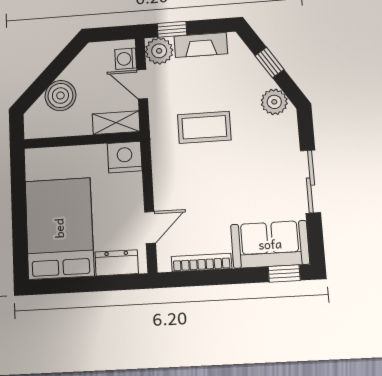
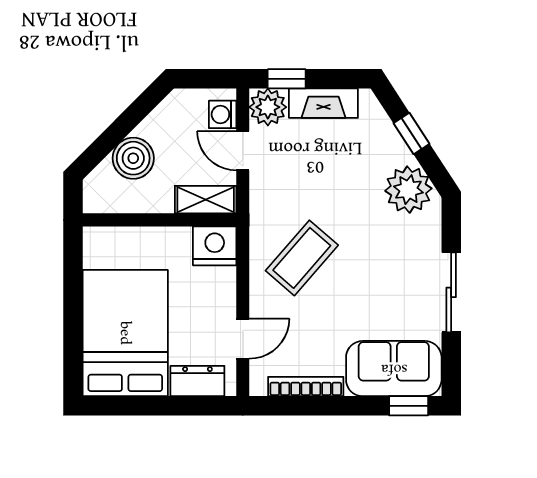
plant: (274, 102) -> (408, 190), width x1.36, depth x1.36
coffee table: (204, 127) -> (302, 258), moved, turned -49

